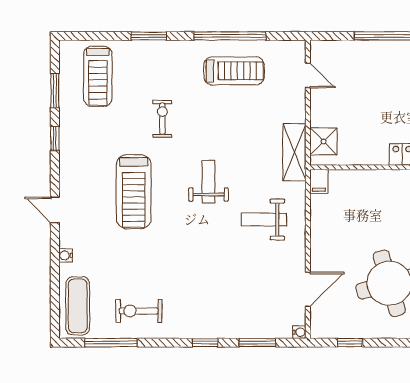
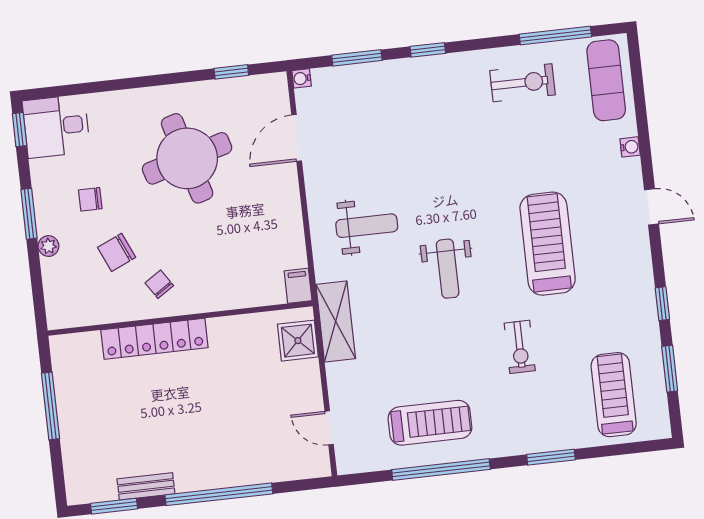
treadmill: (234, 71) -> (430, 423), turned 180

